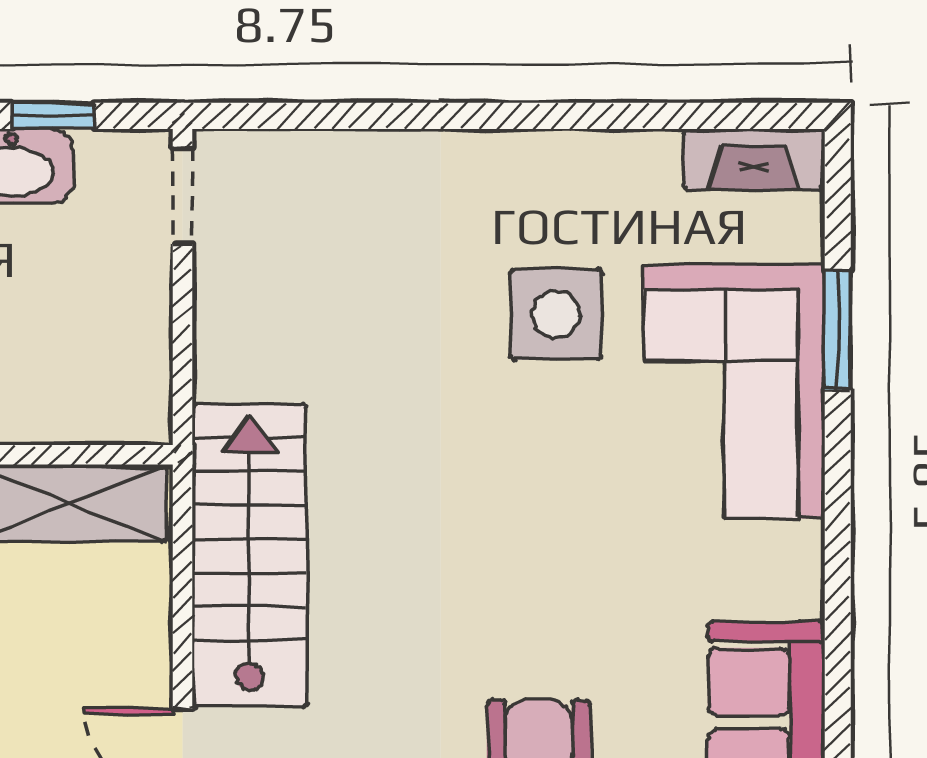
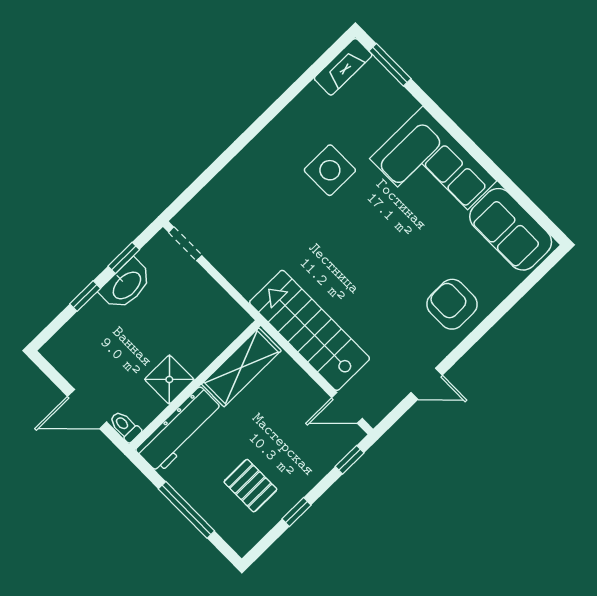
window: (838, 330) -> (390, 65), moved
corner sofa: (734, 391) -> (433, 170), moved

